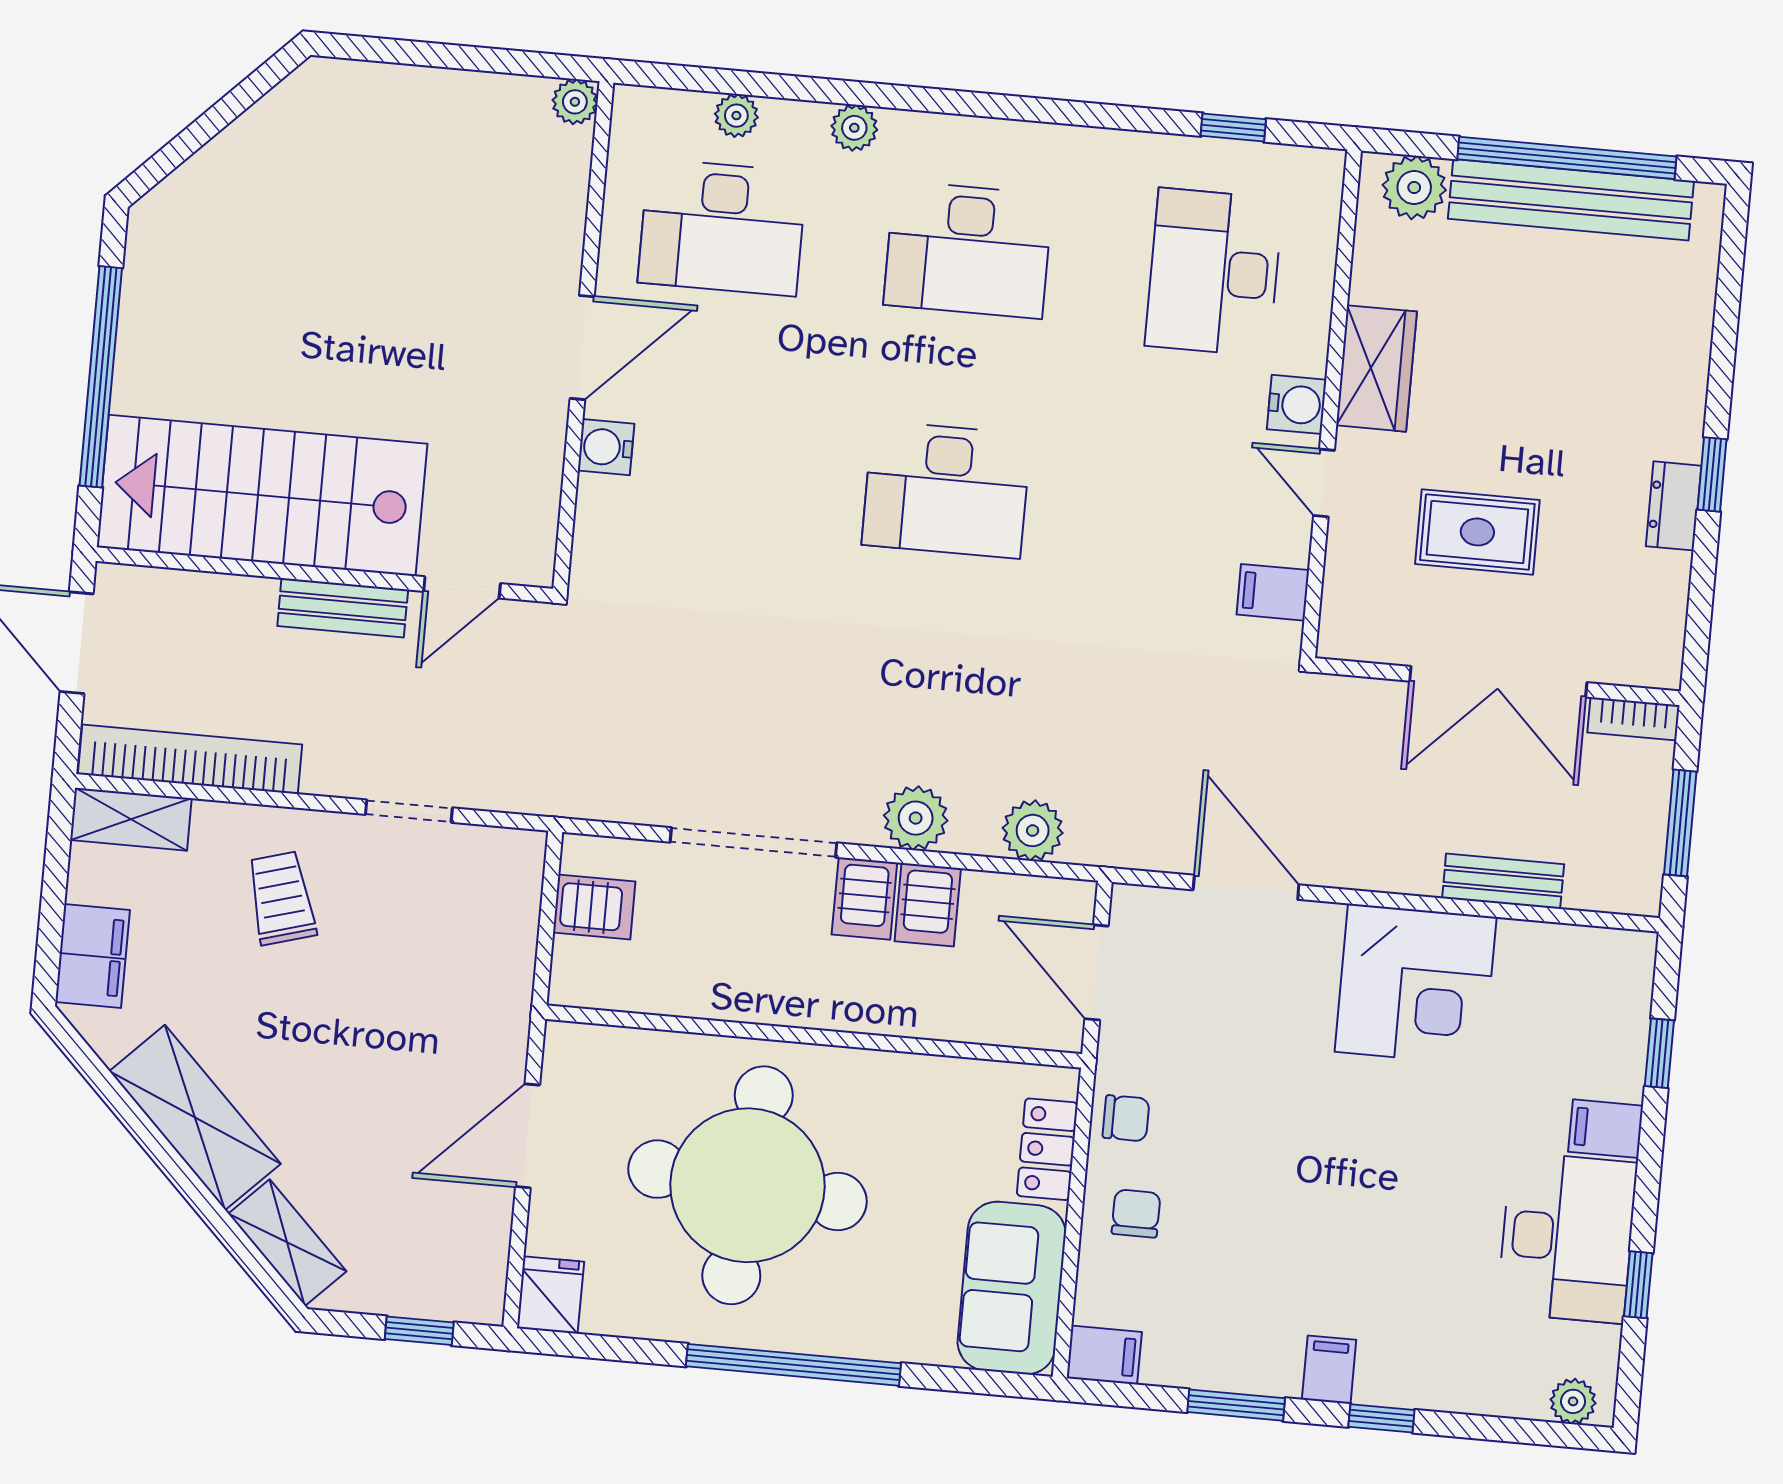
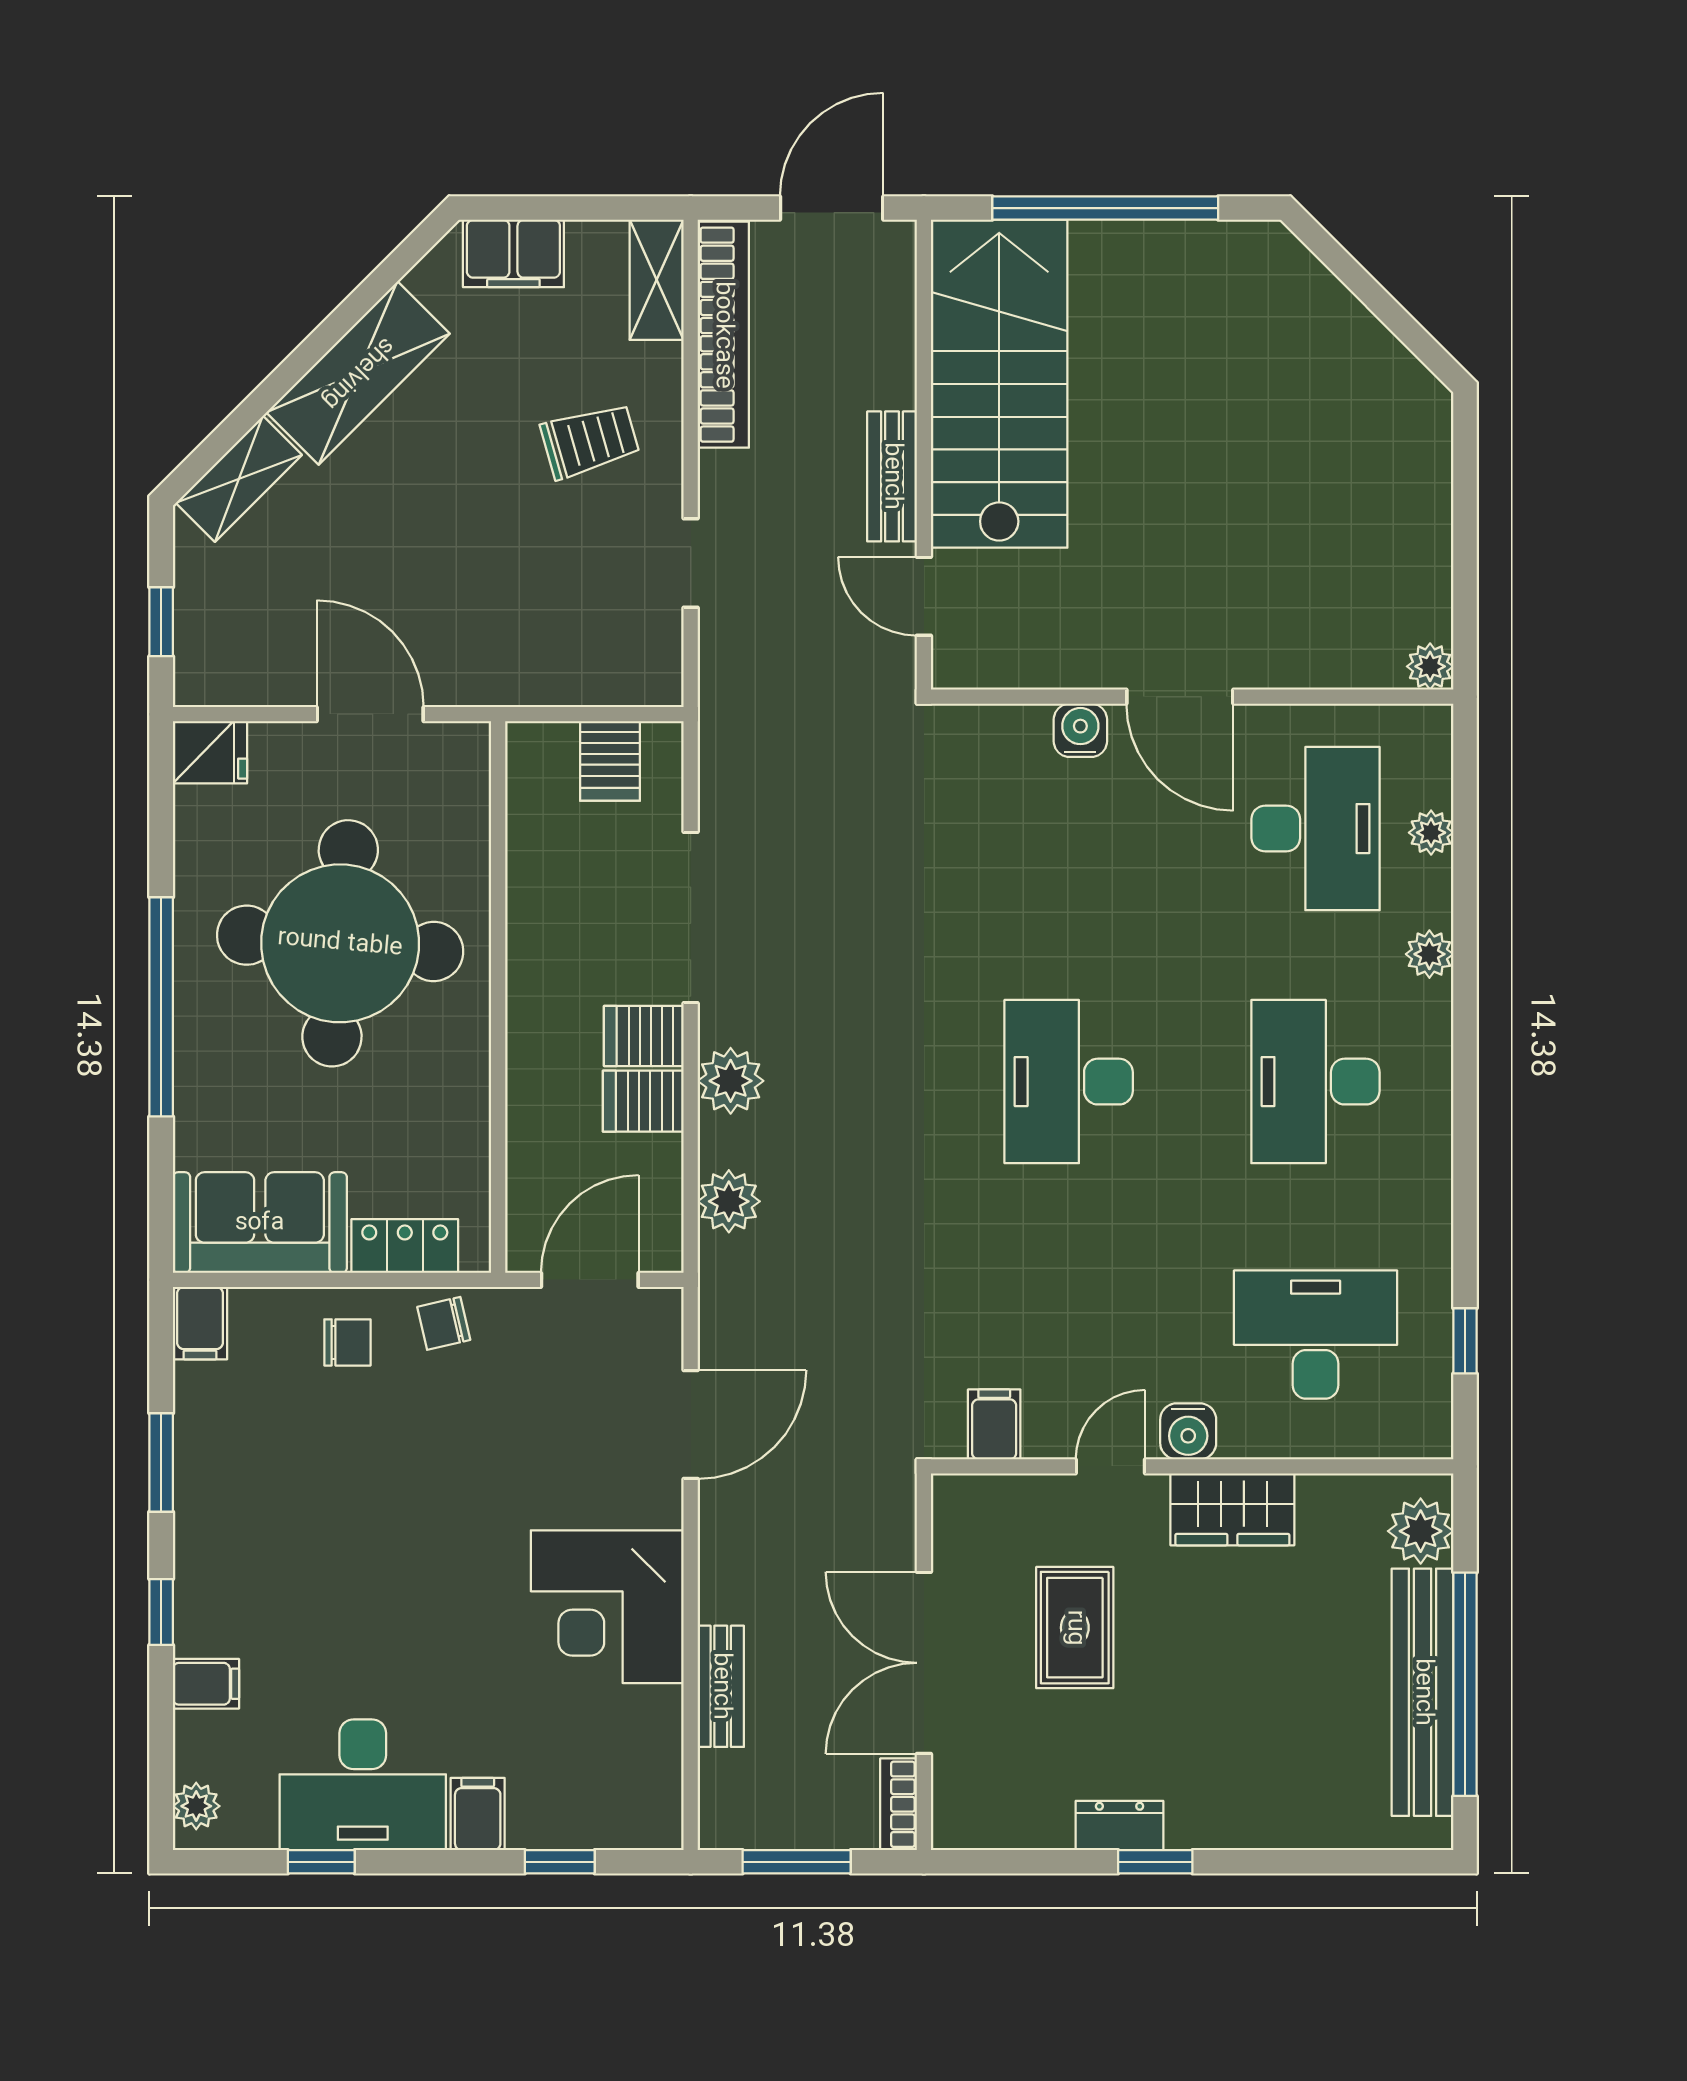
desk: (722, 227) -> (1316, 829), turned 180
chair: (1126, 1118) -> (444, 1323), turned 77
filing cabinet: (1329, 1370) -> (206, 1684), moved

